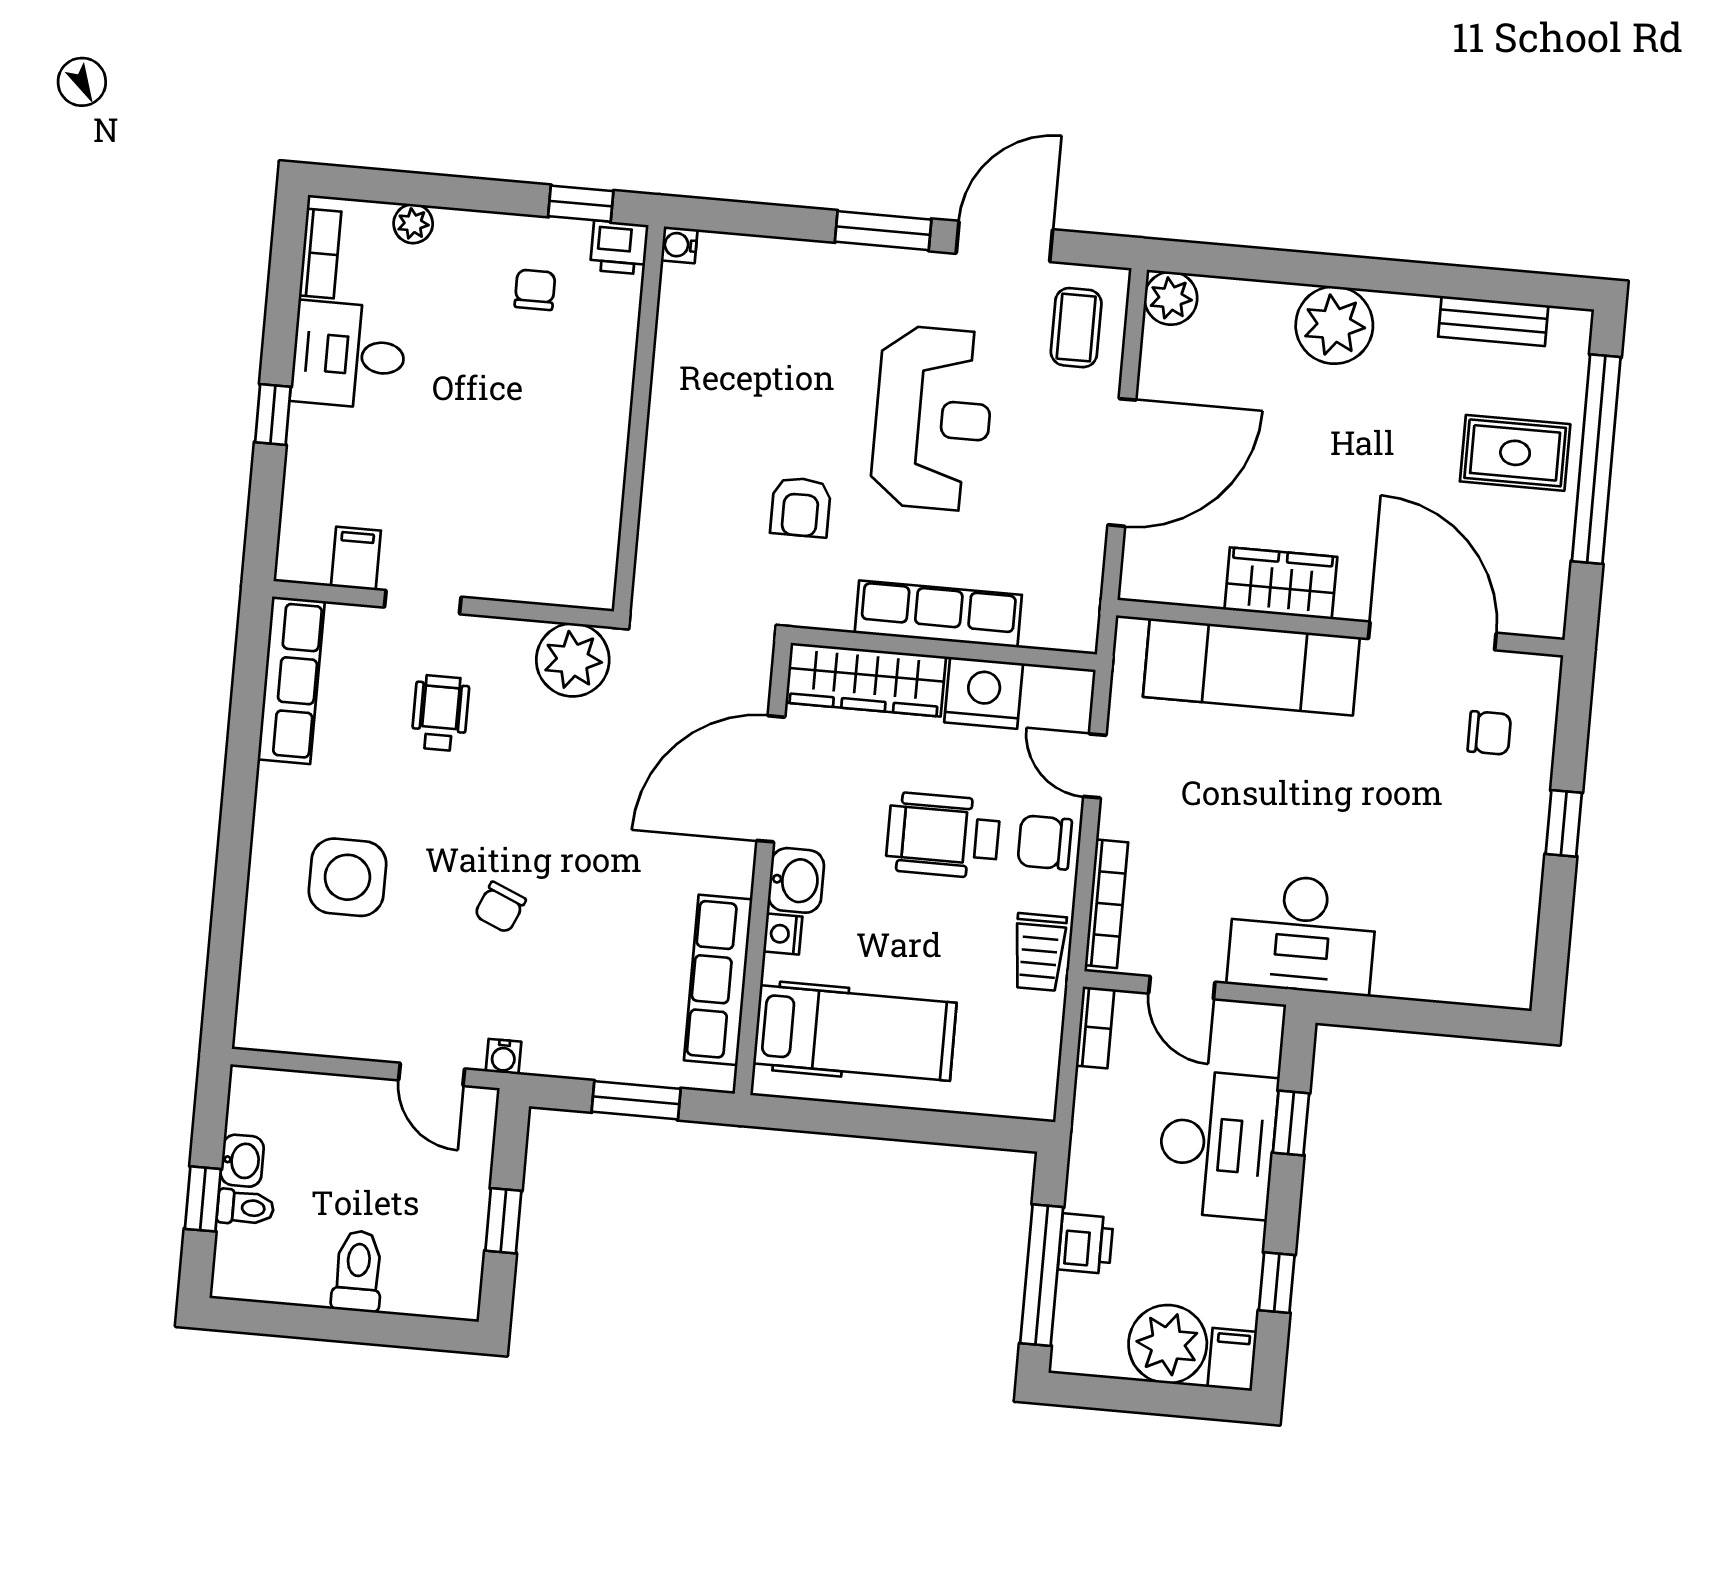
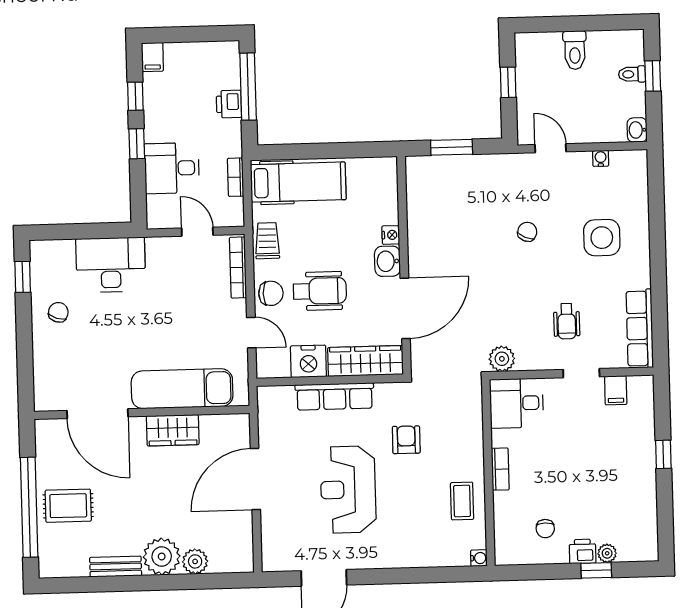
window: (581, 204) -> (596, 570), moved
window: (883, 231) -> (382, 576), removed
printer: (619, 247) -> (583, 551), moved
bookcase: (320, 253) -> (500, 469), moved, turned 180
plant: (1171, 298) -> (195, 561), moved
bench: (1493, 321) -> (116, 567), moved
coffee table: (1076, 328) -> (462, 501), moved
desk: (349, 355) -> (517, 403), moved, turned 180
plant: (573, 660) -> (502, 359), width x0.73, depth x0.73
chair: (1489, 733) -> (58, 312), moved, turned 108
window: (1564, 823) -> (23, 277), moved
desk: (1303, 934) -> (111, 265), moved
row of seats: (718, 980) -> (419, 209), removed
bookcase: (1095, 1027) -> (236, 177), moved
hospital bed: (855, 1033) -> (298, 182), moved, turned 180
water cooler: (503, 1057) -> (601, 158), moved
window: (1291, 1123) -> (137, 144), moved
desk: (1217, 1144) -> (172, 168), width x0.73
washbasin: (242, 1161) -> (637, 130), moved
plant: (1168, 1344) -> (184, 61), removed

